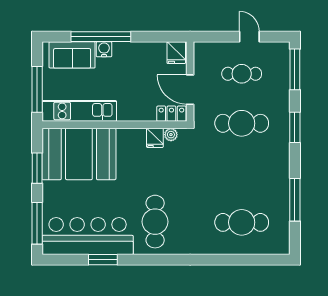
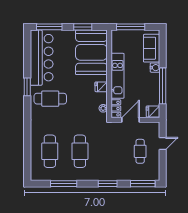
window: (101, 37) -> (163, 86), moved
door: (249, 37) -> (163, 143), moved
kitchen unit: (79, 111) -> (118, 76), moved
cafe table: (242, 123) -> (80, 151), moved
fridge: (155, 138) -> (101, 87), moved
window: (103, 260) -> (27, 87), moved

